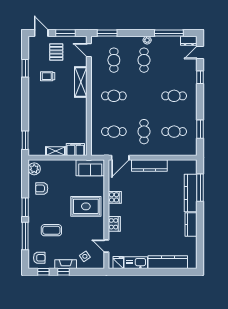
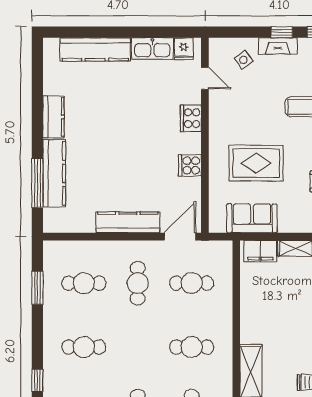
sofa: (90, 168) -> (252, 218), moved
rug: (86, 206) -> (256, 163), moved

